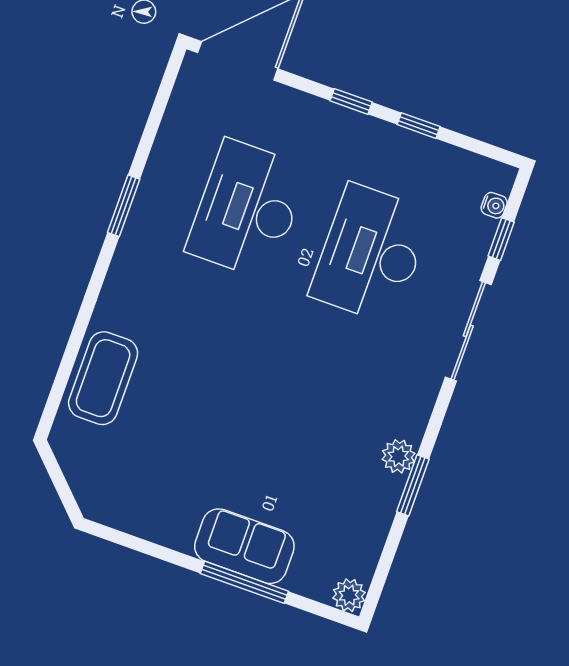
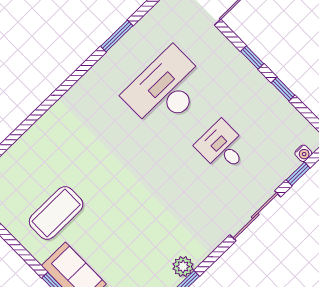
window: (124, 206) -> (117, 36), moved
desk: (371, 254) -> (222, 147), width x0.53, depth x0.77
coffee table: (103, 378) -> (56, 213), moved

